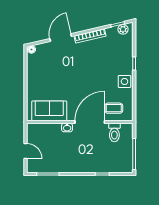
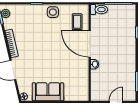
sofa: (49, 111) -> (48, 92), moved, turned 90
toilet: (114, 132) -> (99, 10), moved

